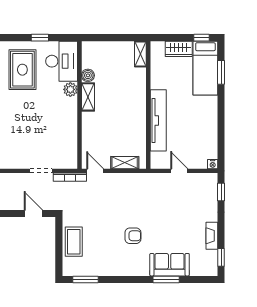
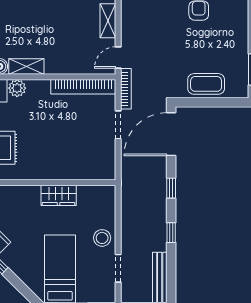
bookcase: (72, 143) -> (83, 87), added
door: (33, 213) -> (171, 134), width x1.88

